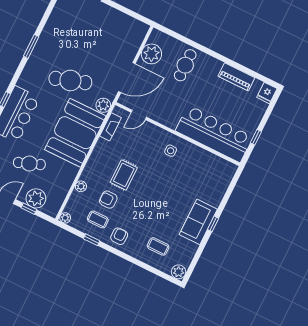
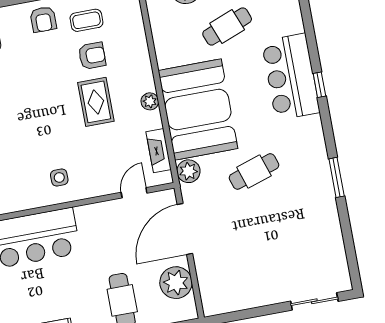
cafe table: (70, 80) -> (254, 171), width x0.73, depth x0.74
plant: (81, 186) -> (150, 101), moved

